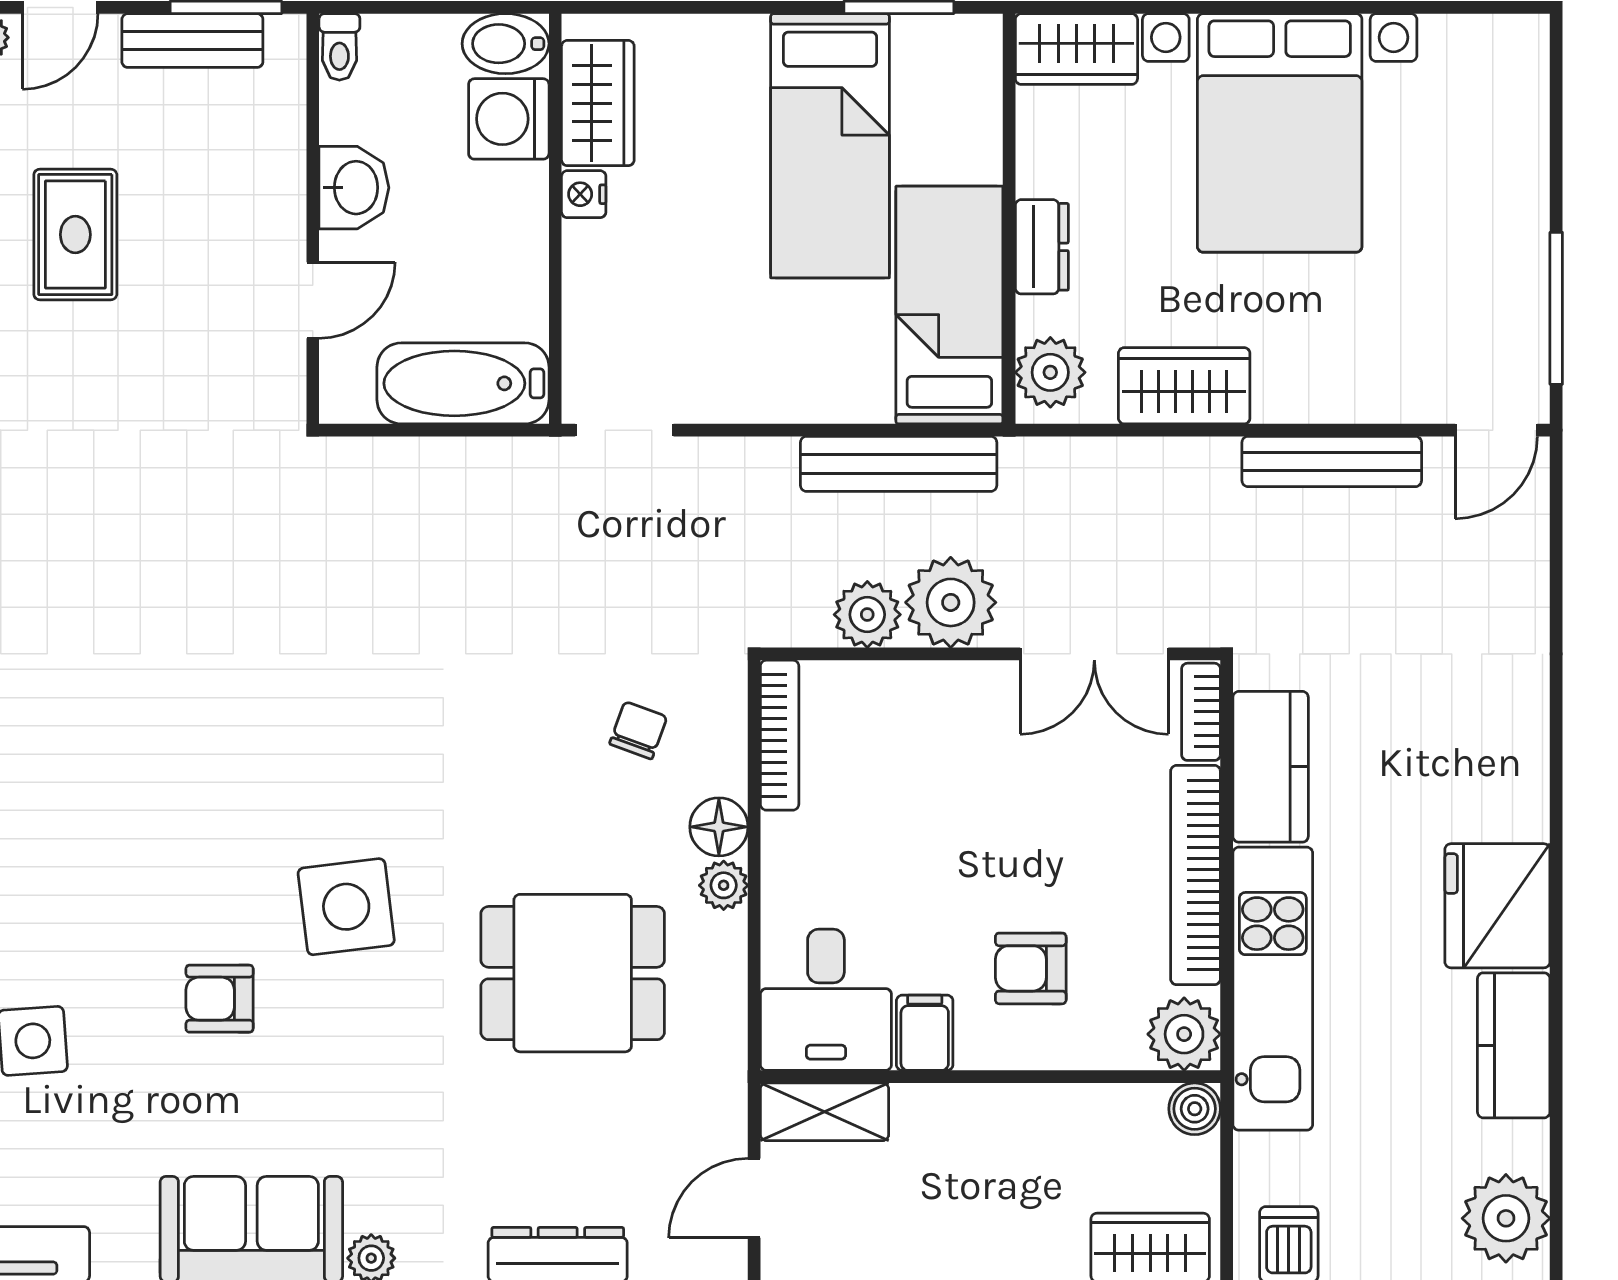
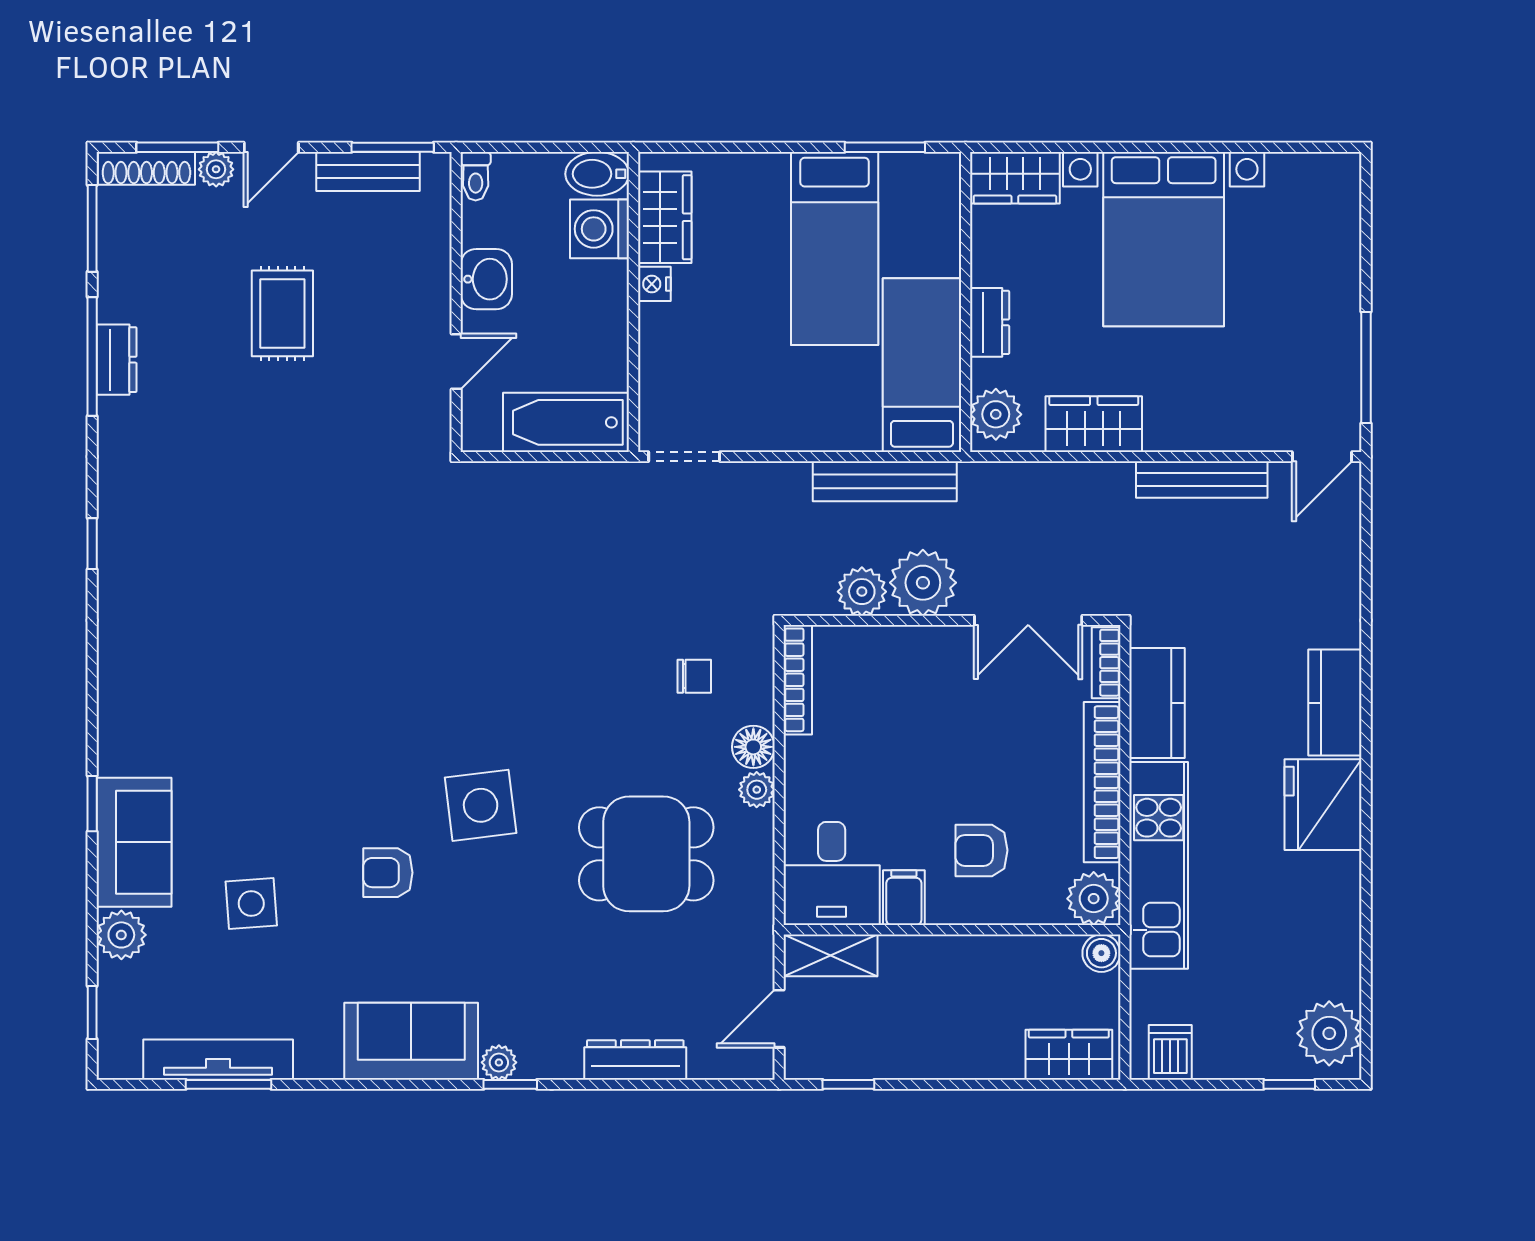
chair: (638, 730) -> (694, 676), turned 70
kitchen counter: (1514, 1045) -> (1335, 703), moved

